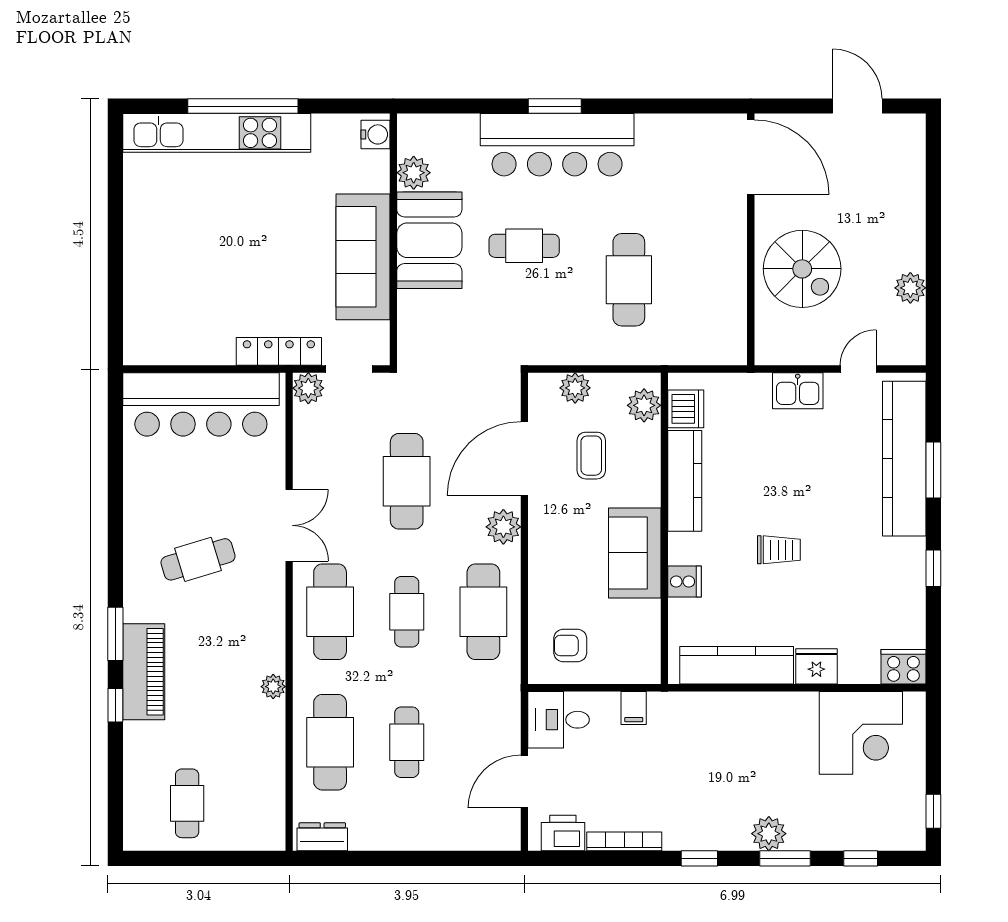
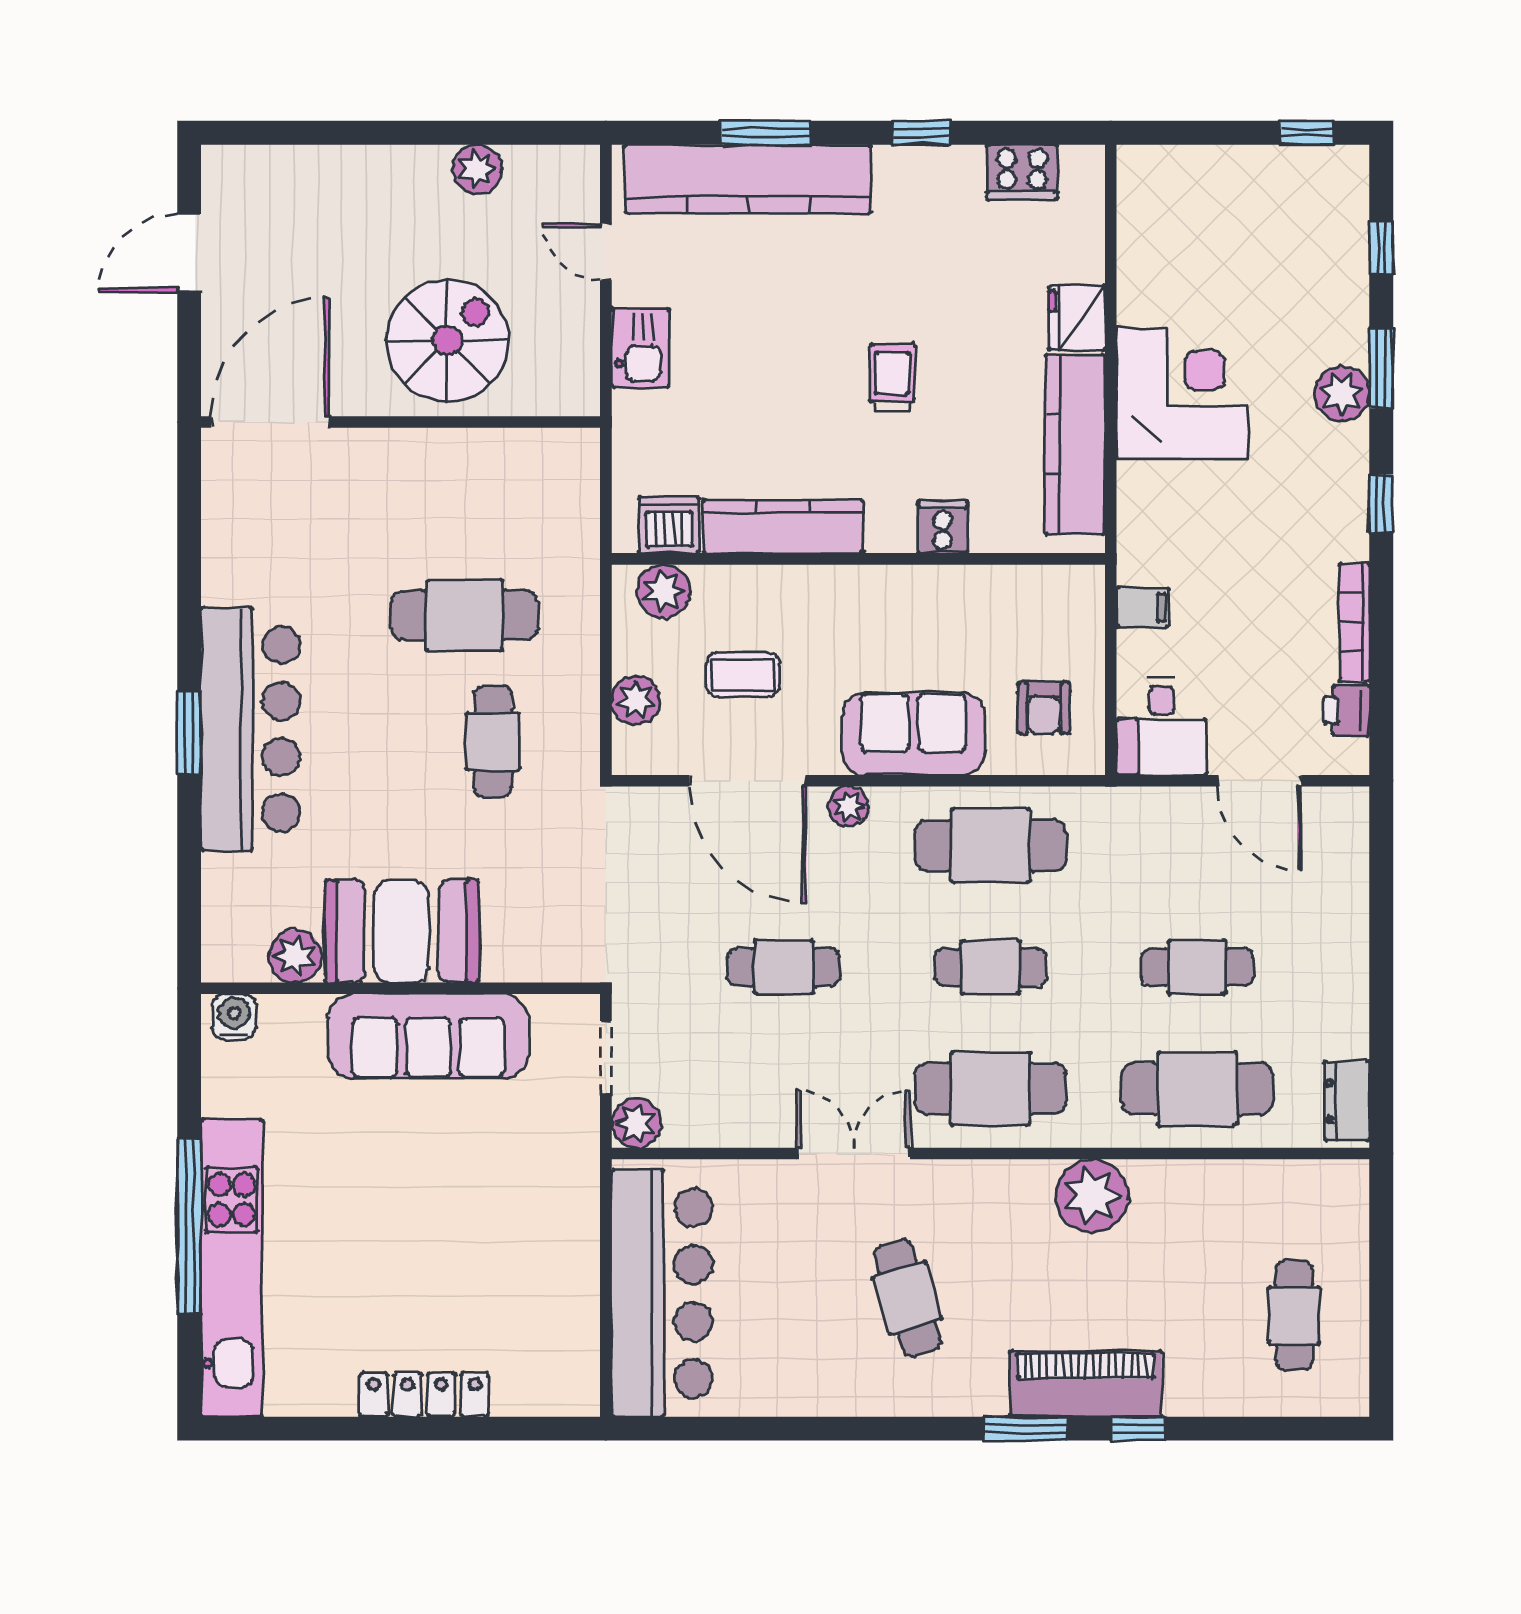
cafe table: (524, 246) -> (493, 741), moved
locker: (279, 351) -> (424, 1395), moved, turned 90
cafe table: (407, 481) -> (784, 967), width x0.73, depth x0.74
plant: (503, 527) -> (848, 806), width x0.73, depth x0.73
sofa: (635, 553) -> (913, 734), moved, turned 180
cooker: (903, 667) -> (1022, 172), moved, turned -90
plant: (273, 687) -> (1092, 1196), width x1.88, depth x1.88
corner desk: (861, 733) -> (1182, 393), moved
cafe table: (187, 803) -> (1294, 1315), turned 90
printer: (563, 833) -> (1347, 710), width x0.73, depth x0.81

